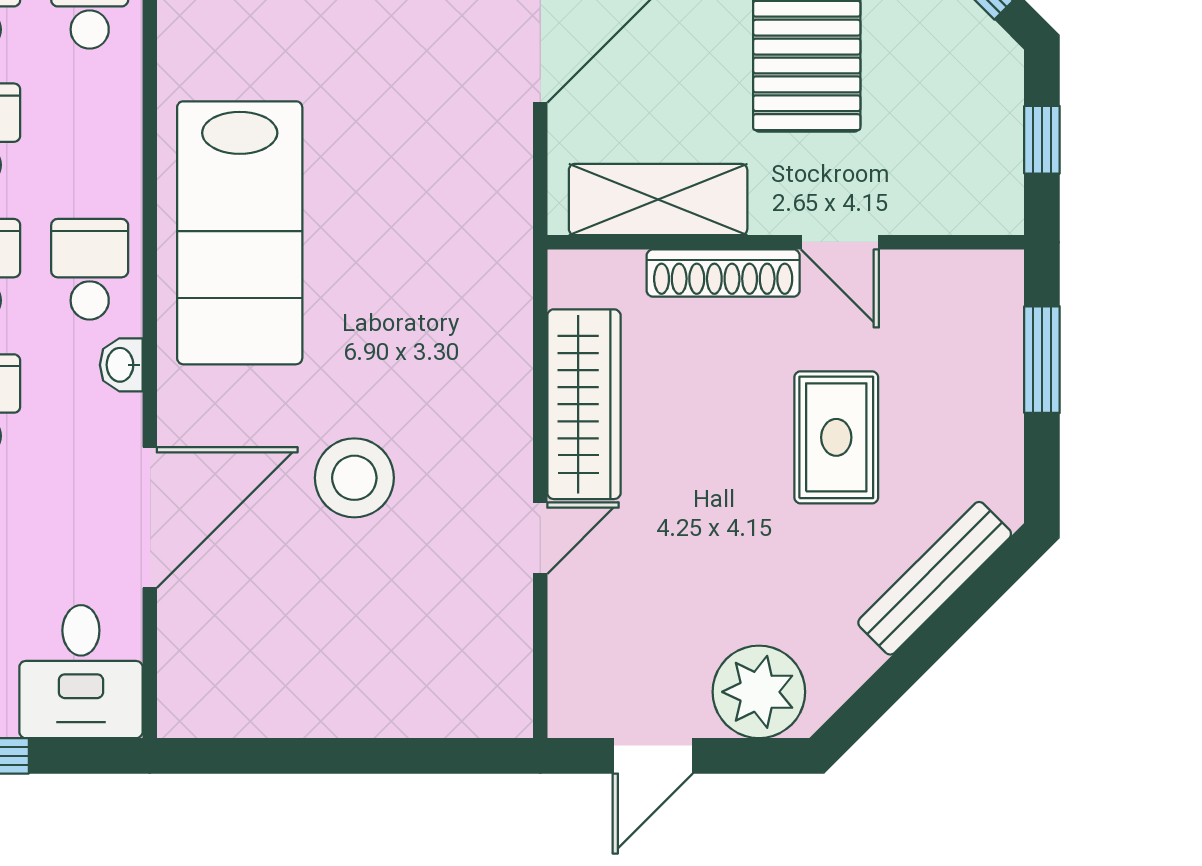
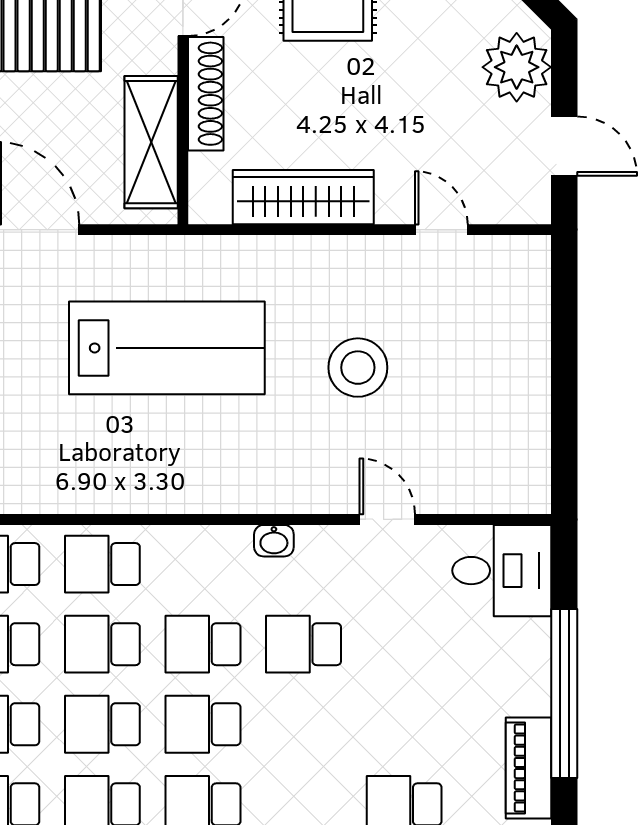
lab bench: (240, 233) -> (167, 348), moved
school desk: (90, 269) -> (102, 564), moved
door: (150, 517) -> (387, 519), width x0.53
door: (540, 538) -> (441, 230), moved

